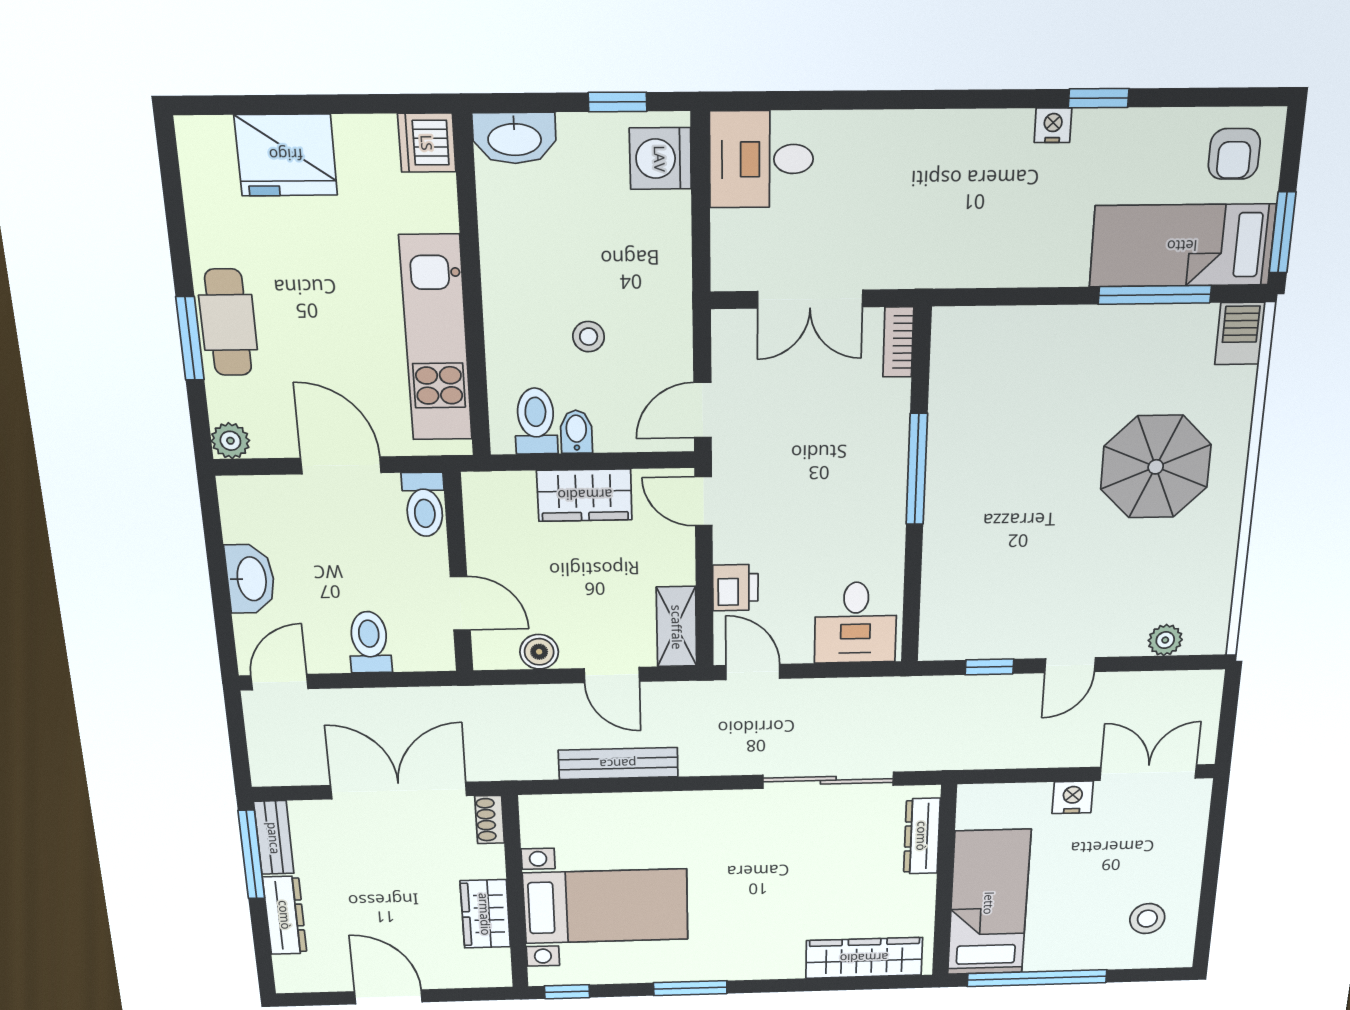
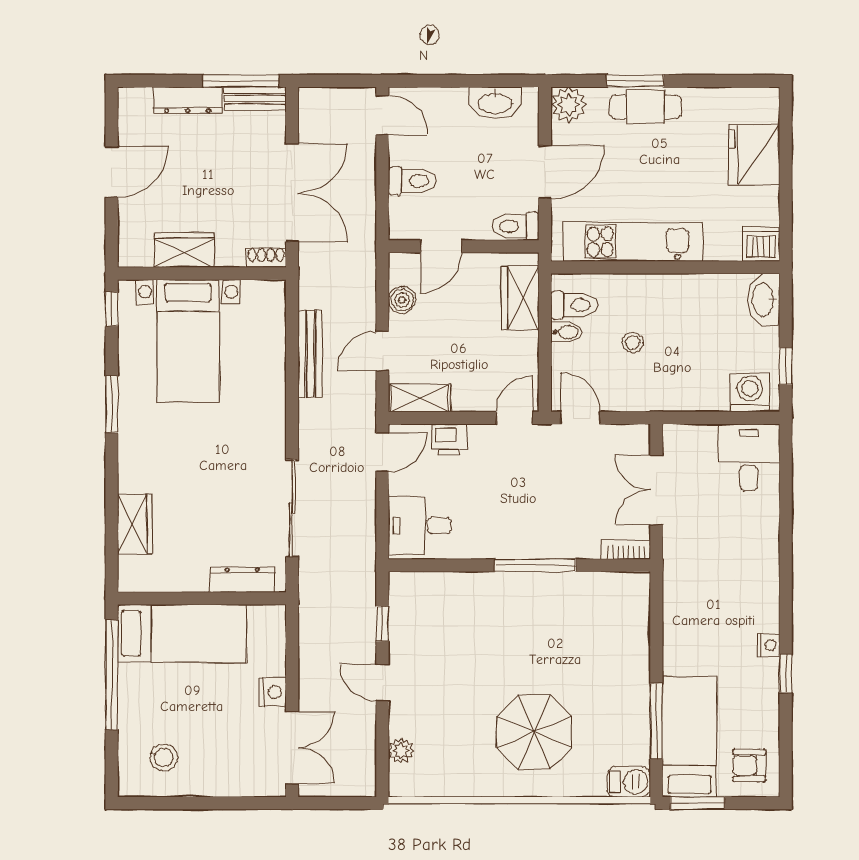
plant: (230, 441) -> (569, 105), width x1.38, depth x1.38
wardrobe: (585, 495) -> (520, 298), moved
washbasin: (250, 579) -> (495, 103), moved
wardrobe: (864, 958) -> (135, 524), width x0.67

